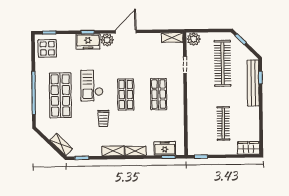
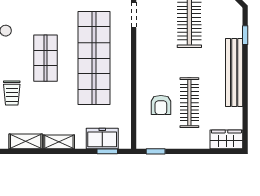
bench: (253, 83) -> (234, 73), moved
shop shelf: (159, 94) -> (94, 58), width x2.00, depth x1.36
armchair: (204, 125) -> (161, 105), added

